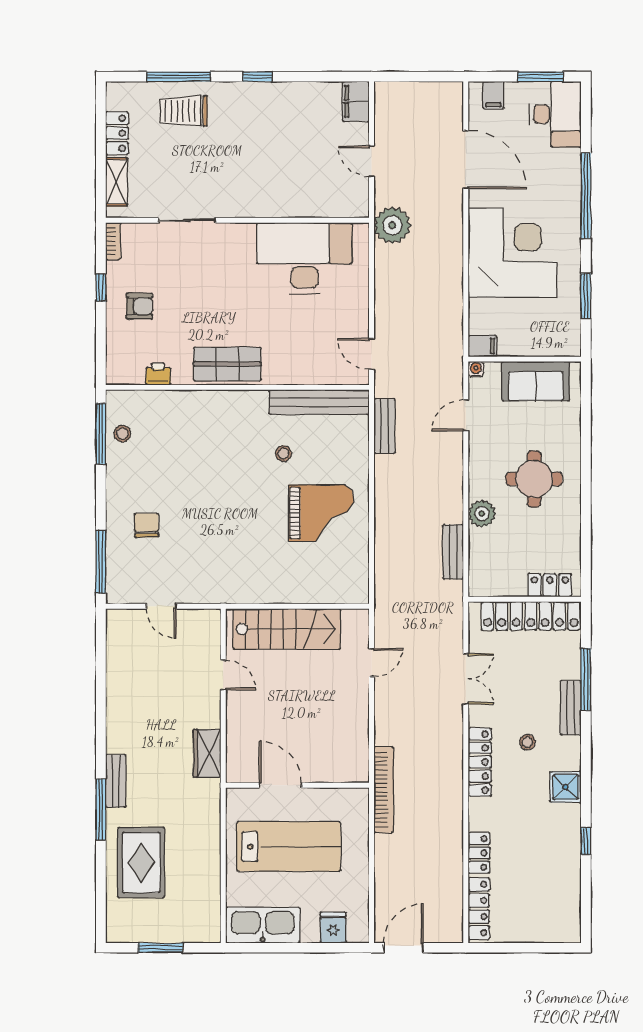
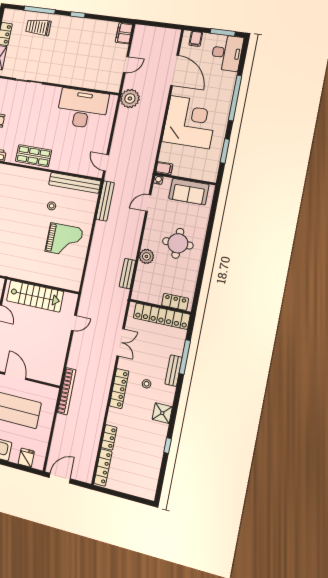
door: (372, 161) -> (126, 65), swing flipped
bench: (384, 426) -> (105, 201), width x1.36

